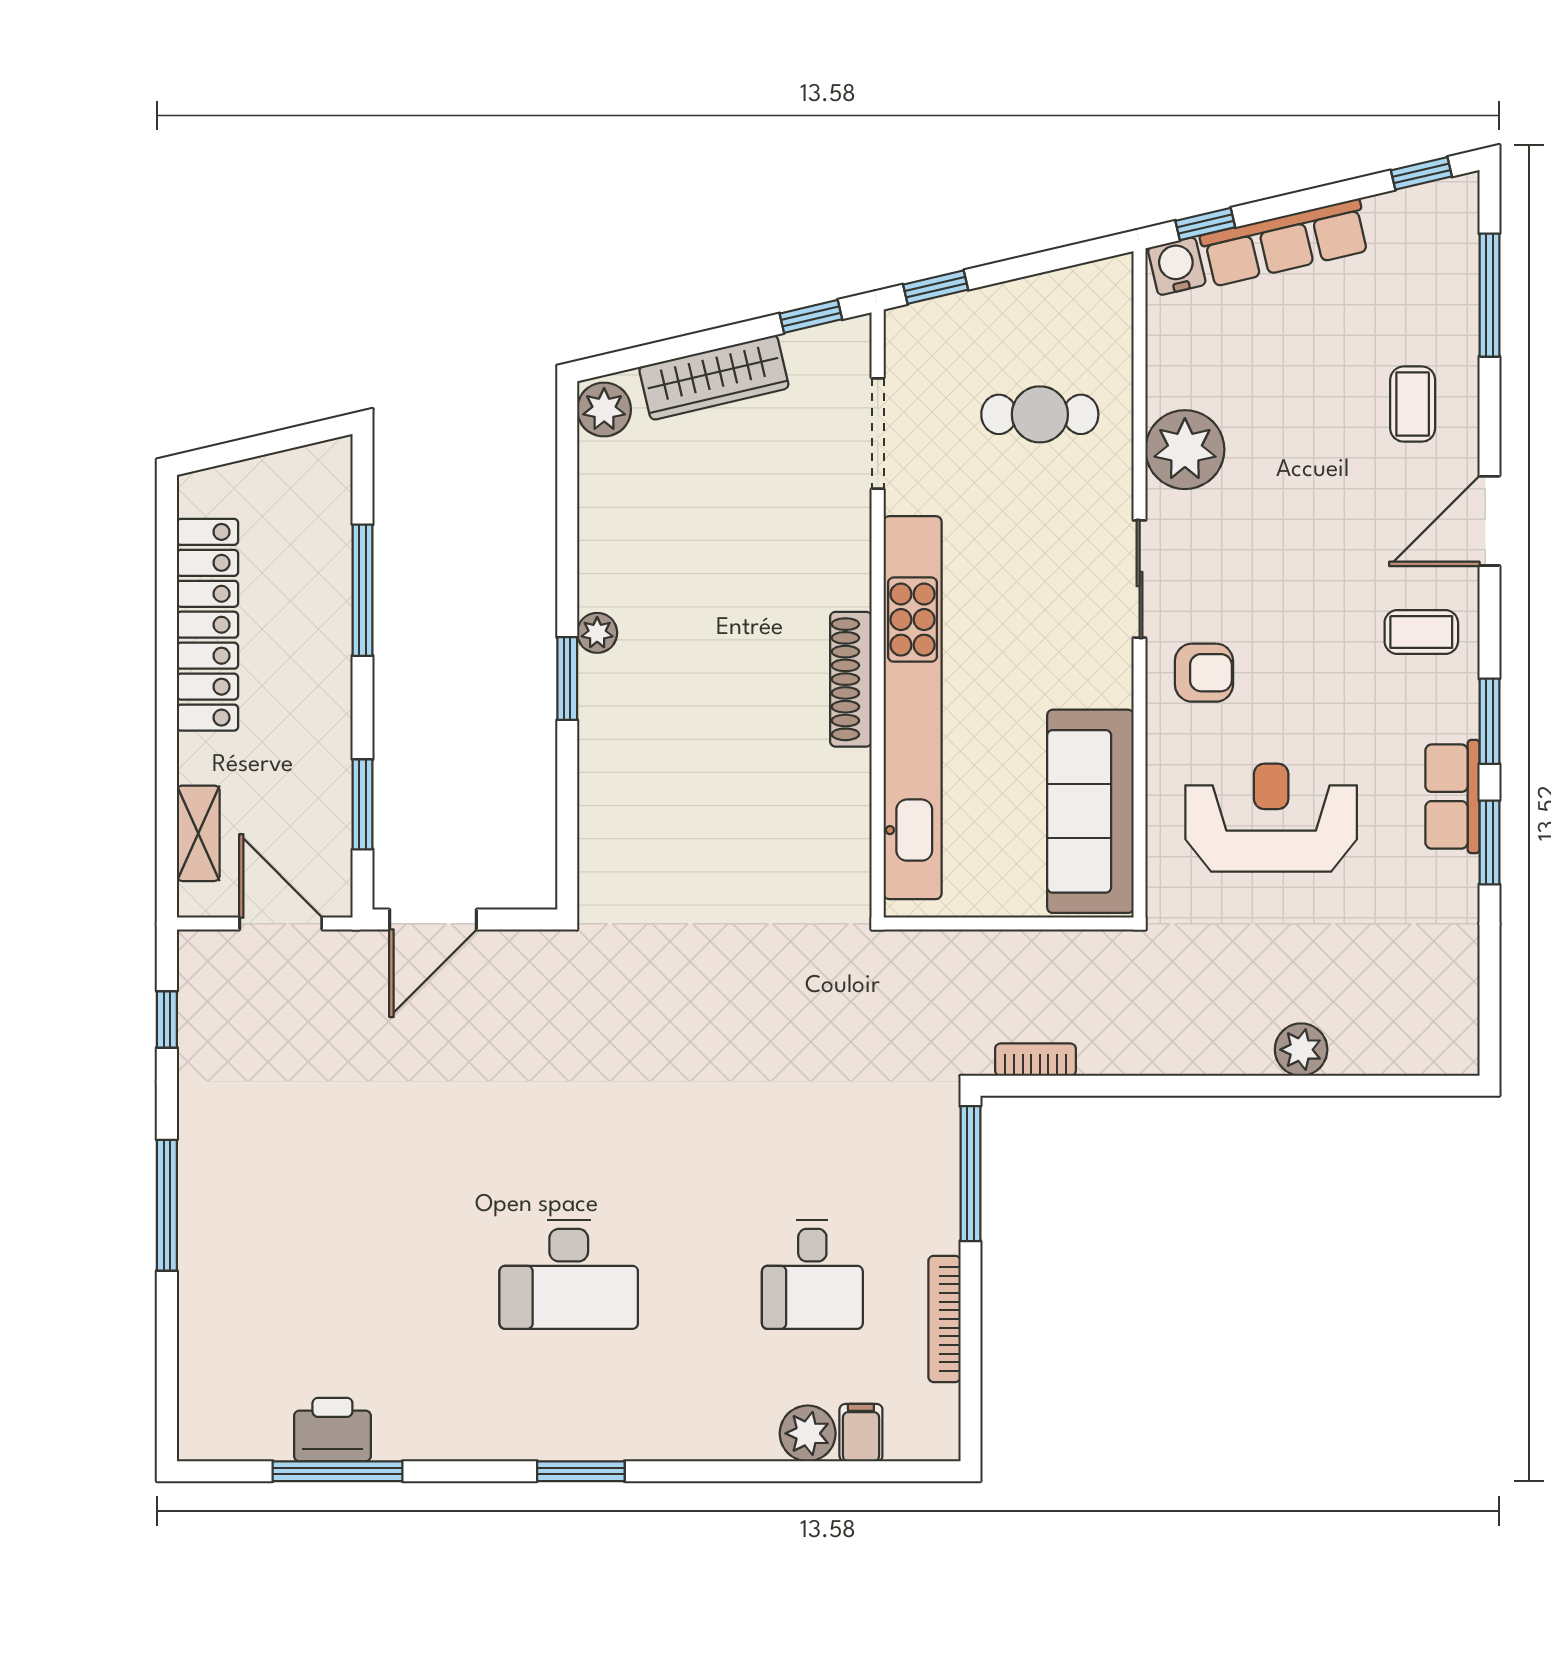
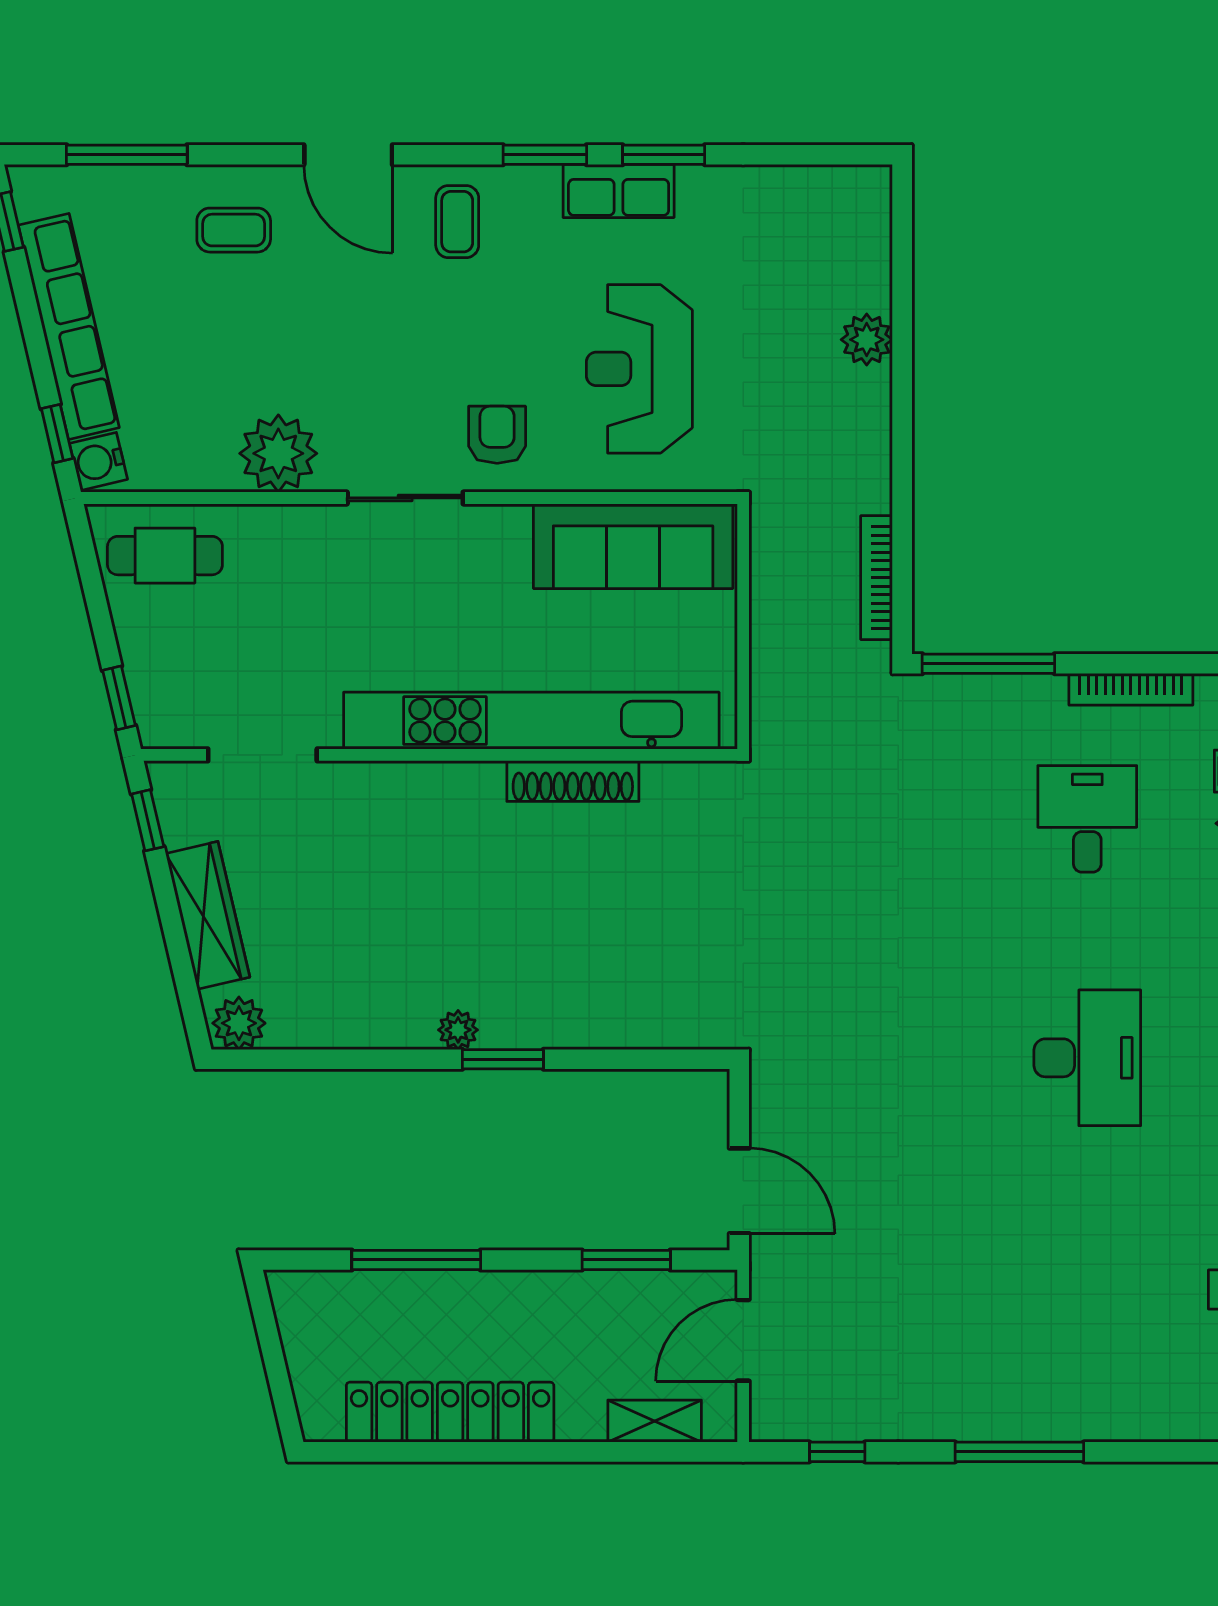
row of seats: (1285, 243) -> (69, 326), width x1.36
cafe table: (1040, 414) -> (165, 556), moved, turned 90
shoe rack: (851, 679) -> (573, 781), moved
bookcase: (1036, 1060) -> (877, 578), width x1.56
desk: (812, 1274) -> (1087, 819), turned -90

